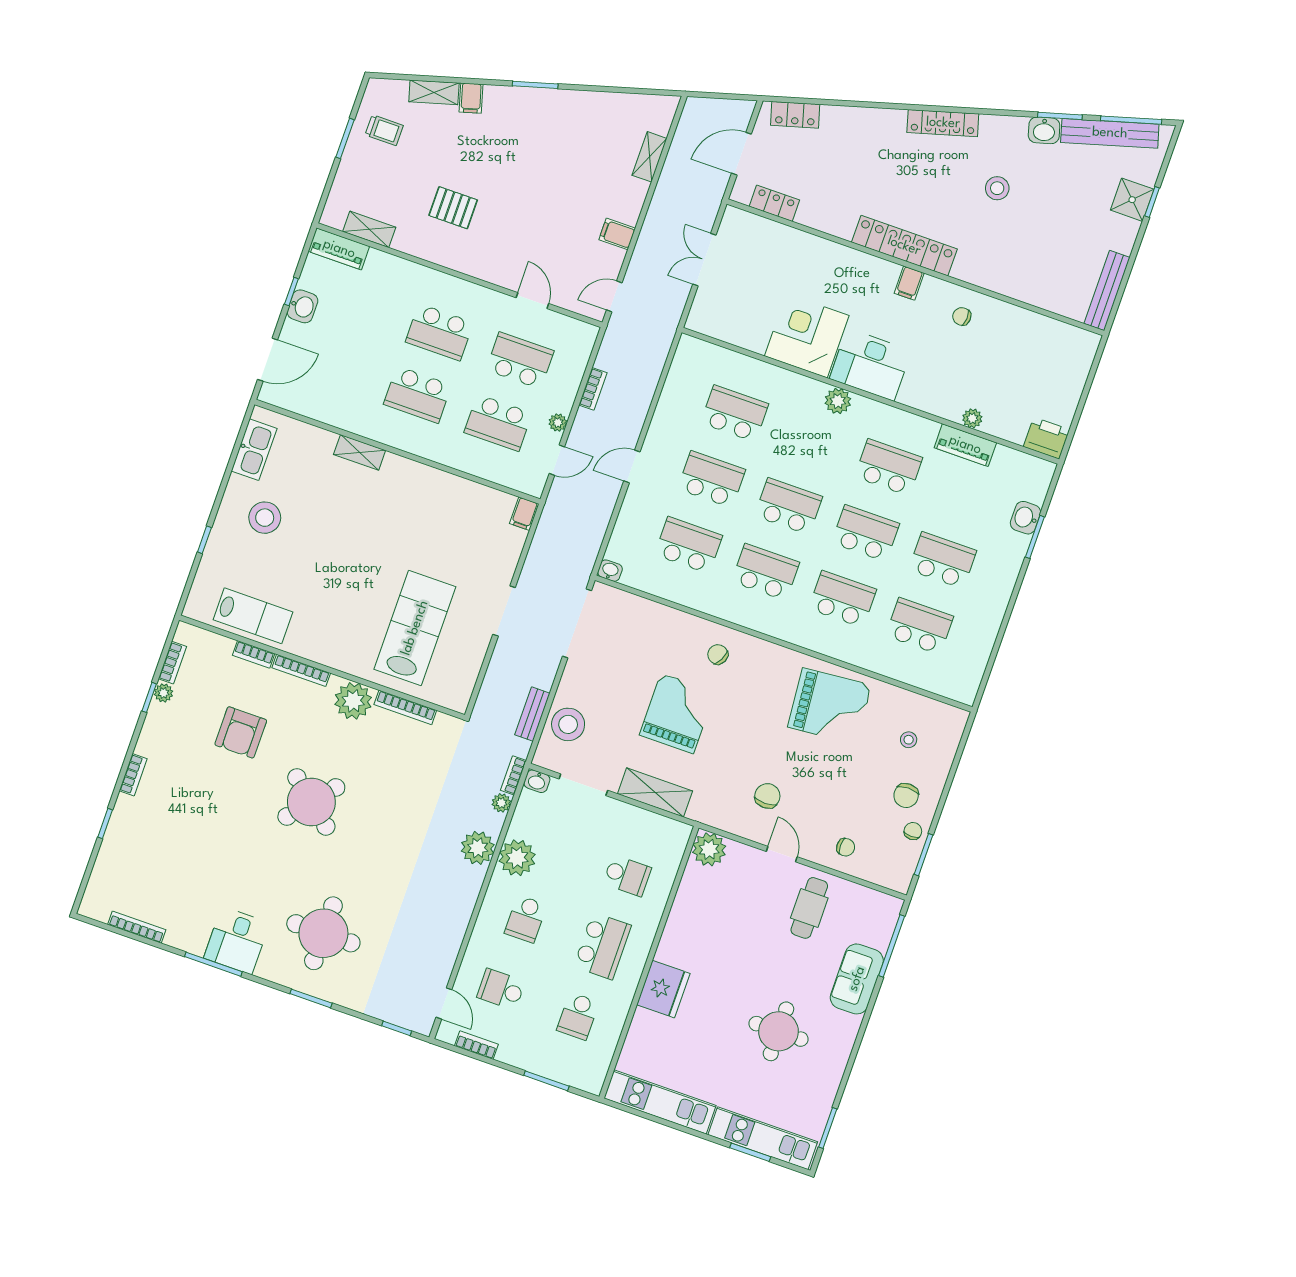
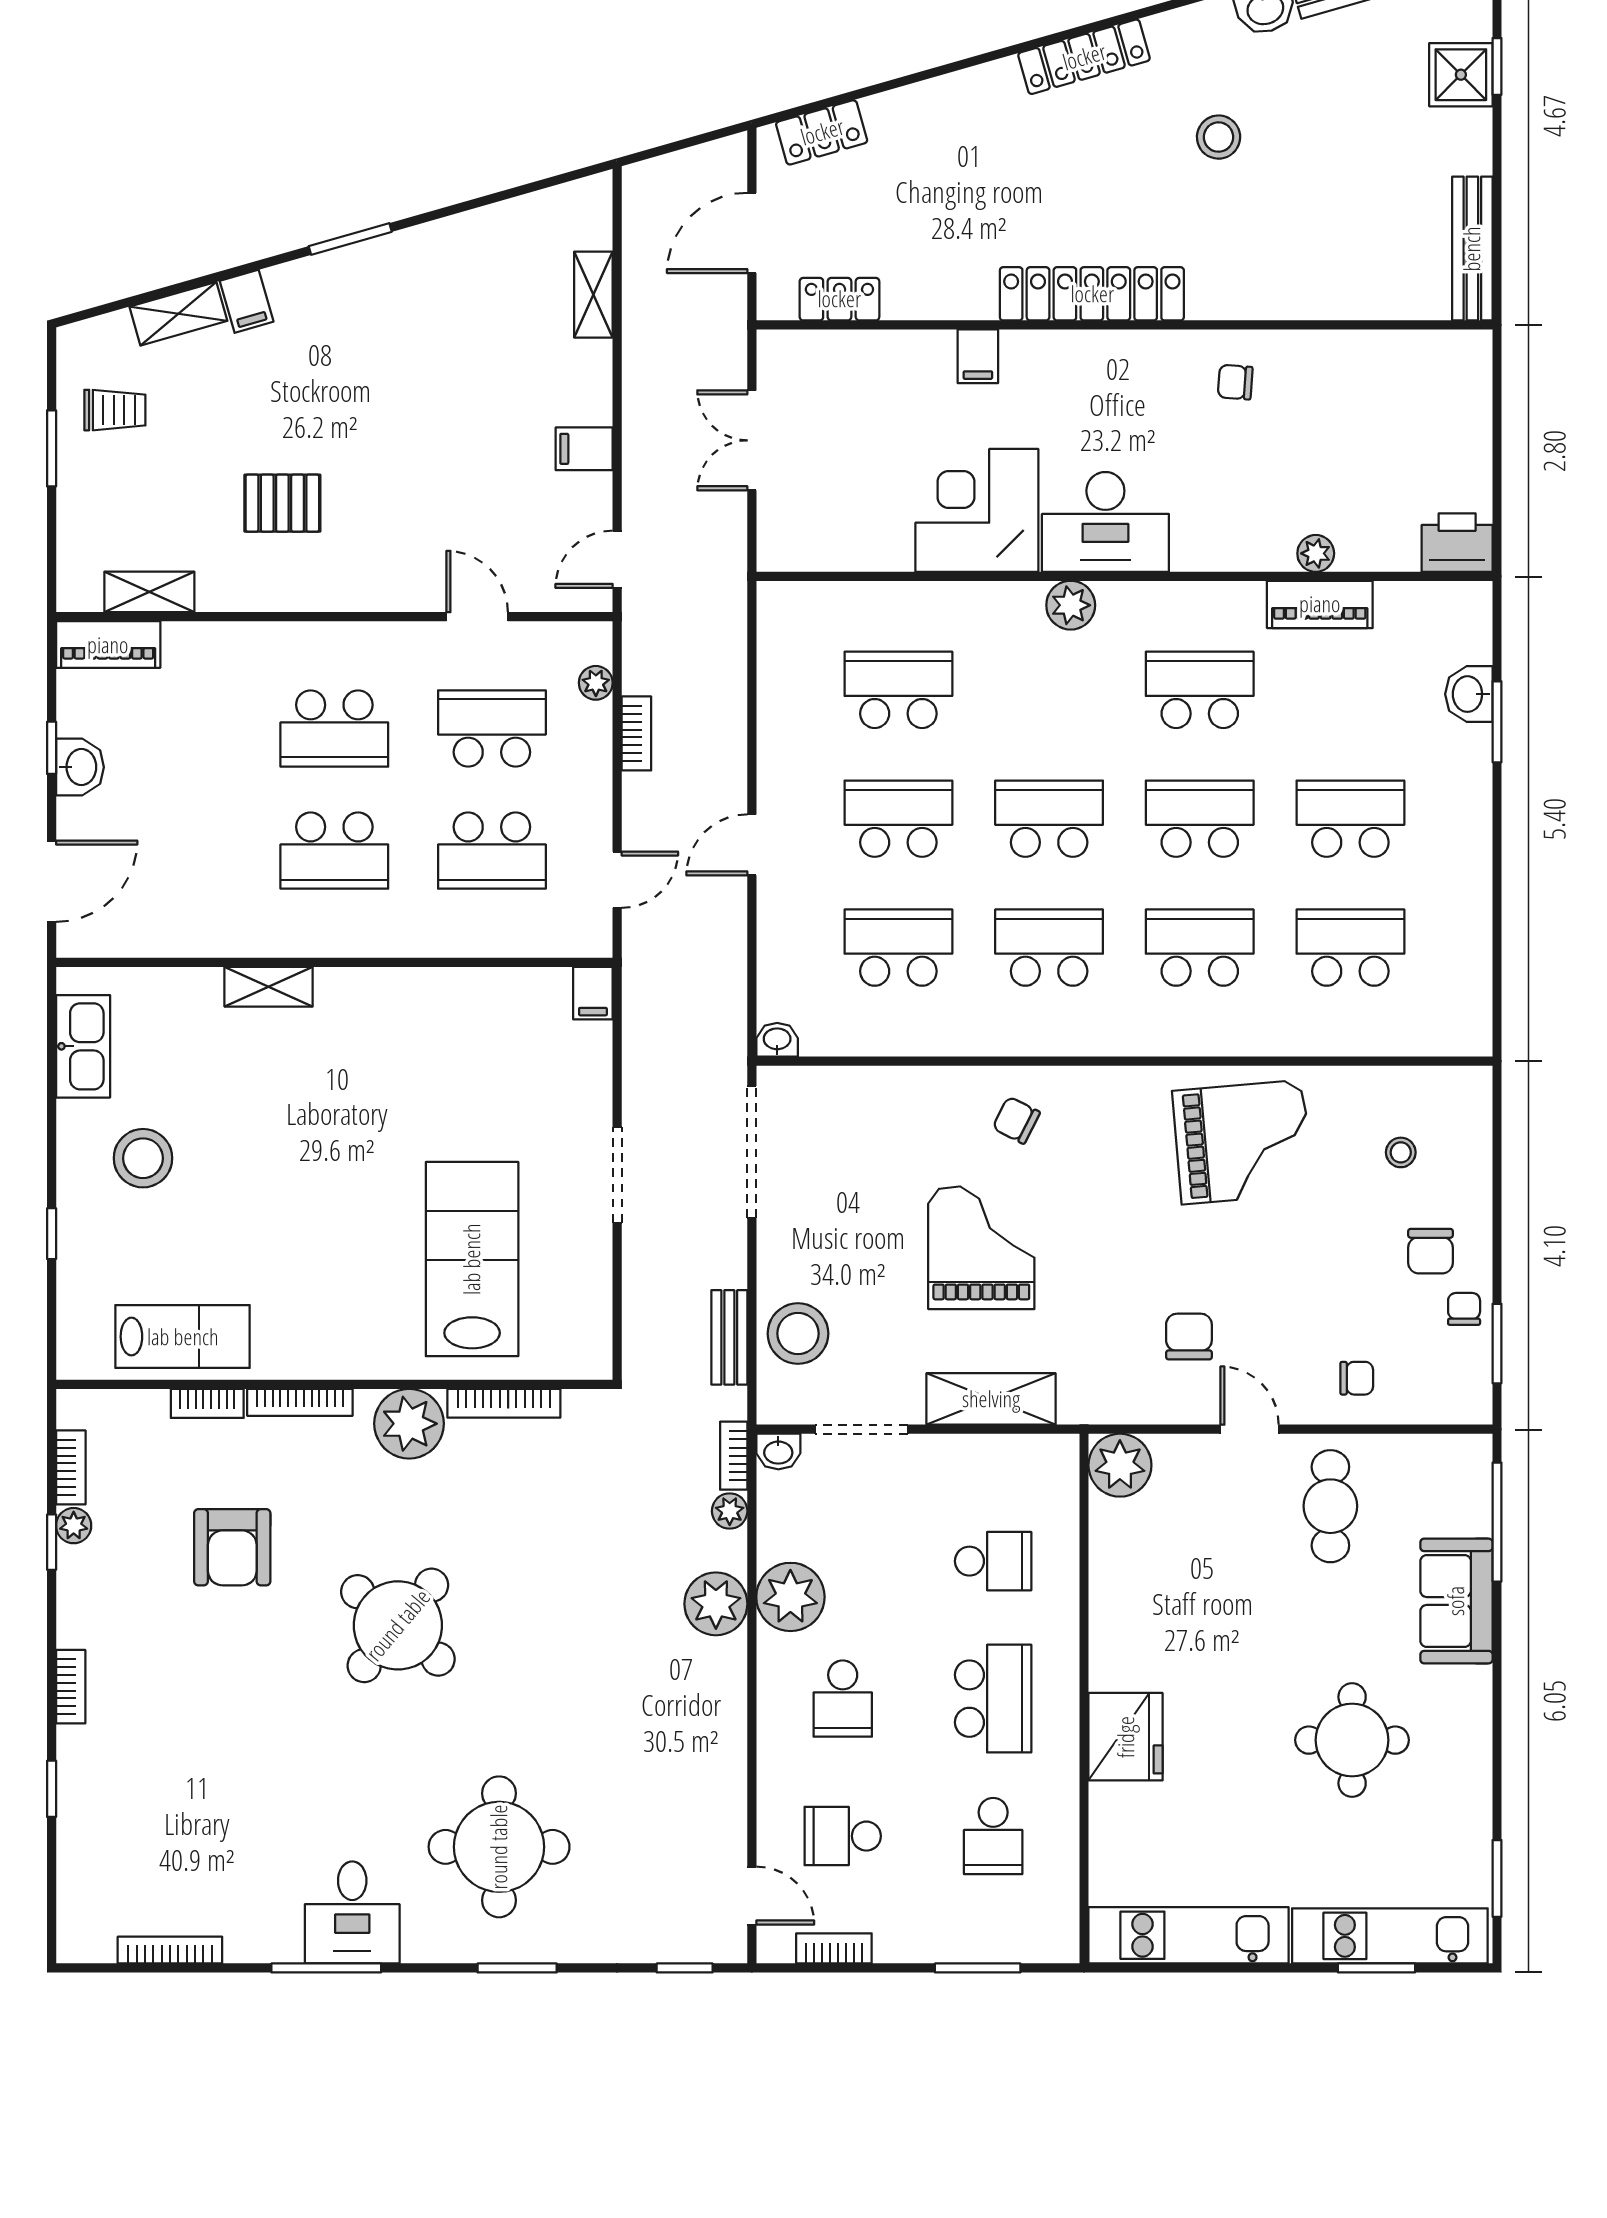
filing cabinet: (909, 283) -> (978, 356), moved
plant: (558, 423) -> (596, 683), moved

